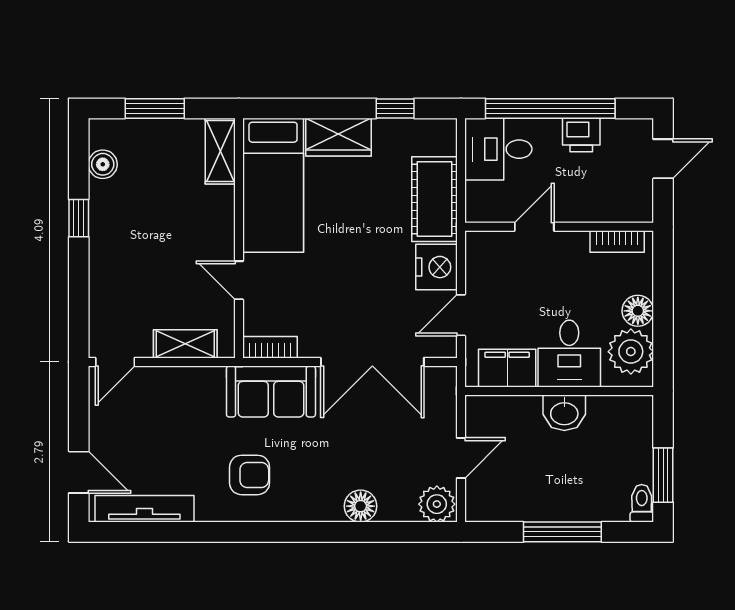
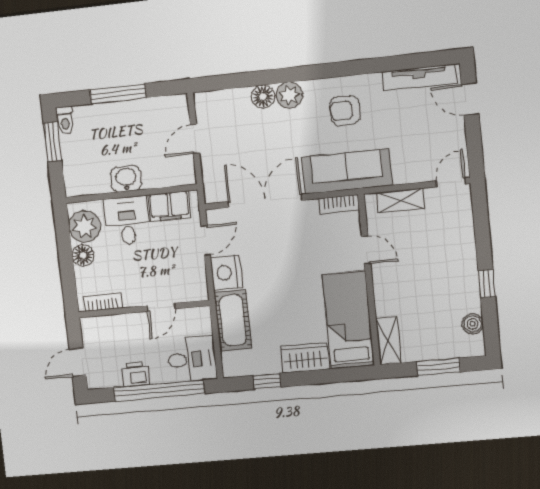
sofa: (271, 391) -> (347, 171), width x1.36
plant: (437, 504) -> (289, 95), moved

